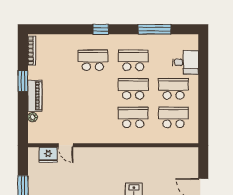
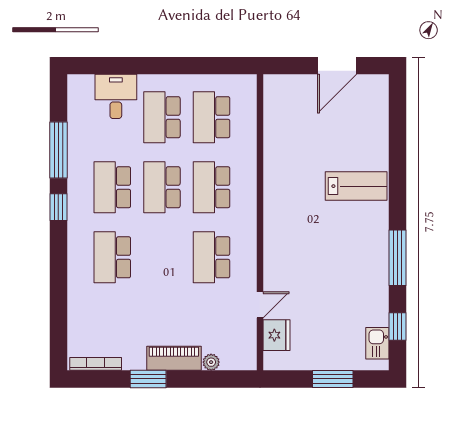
window: (101, 29) -> (58, 207), moved
school desk: (93, 117) -> (212, 257), added

